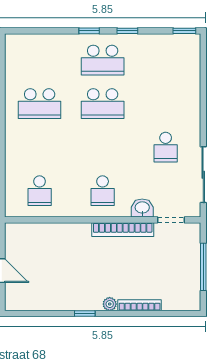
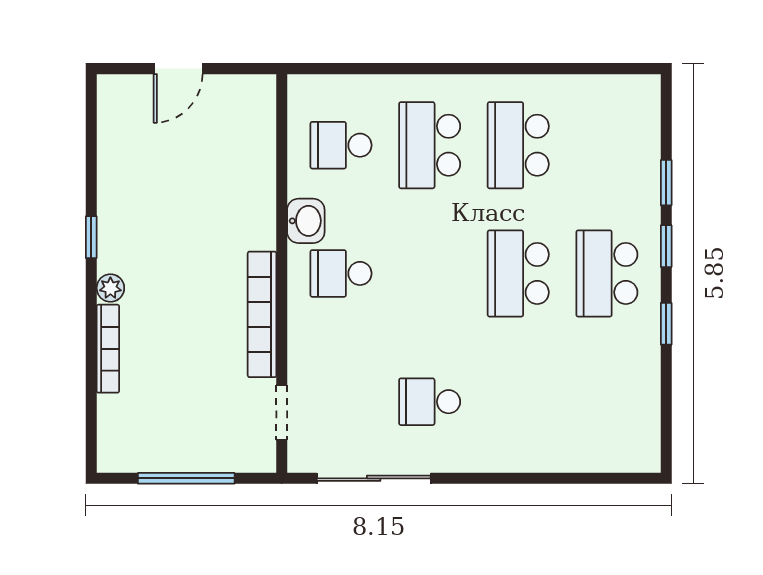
window: (184, 31) -> (666, 183), moved
school desk: (40, 147) -> (430, 145), added
washbasin: (142, 208) -> (306, 221), moved

